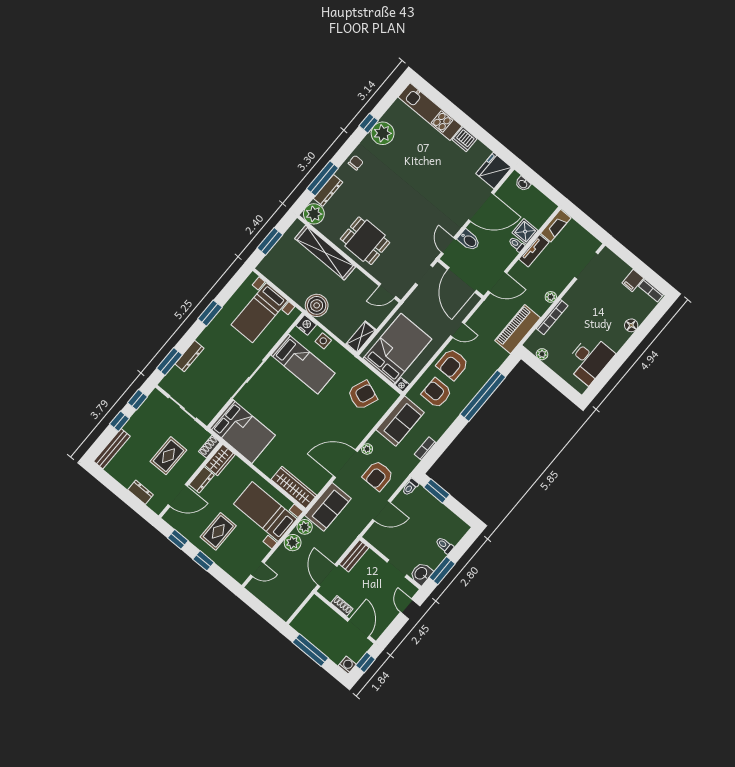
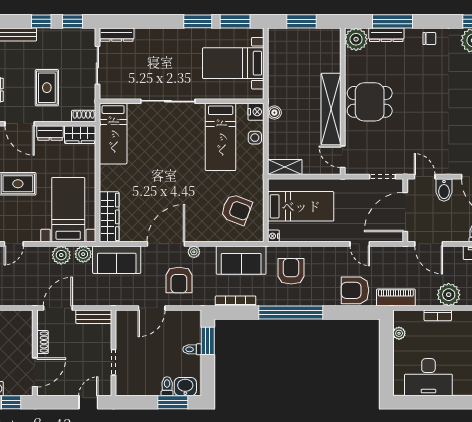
dining table: (365, 241) -> (370, 102), turned 90
door: (448, 246) -> (425, 177), hinge flipped
shelving: (325, 253) -> (331, 109), moved
plant: (551, 297) -> (449, 295), width x1.88, depth x1.88
boiler: (317, 305) -> (274, 113), width x0.54, depth x0.54
bookcase: (552, 317) -> (438, 315), width x0.64
piano: (518, 329) -> (396, 298), width x0.73, depth x0.75
bed: (397, 349) -> (301, 206), width x0.67
dresser: (189, 356) -> (117, 35), moved
window: (169, 361) -> (235, 21), moved
armchair: (452, 364) -> (355, 290), moved
window: (483, 396) -> (291, 313), moved
bed: (243, 432) -> (113, 134), width x0.67
bookcase: (425, 449) -> (236, 301), width x1.56
rug: (168, 456) -> (47, 88), turned 90
door: (345, 464) -> (166, 244), hinge flipped
armchair: (378, 476) -> (179, 280), turned -90
toilet: (410, 487) -> (192, 349), moved
door: (381, 511) -> (152, 308), hinge flipped
door: (257, 569) -> (14, 244), hinge flipped
window: (442, 571) -> (173, 402), moved
washbasin: (421, 574) -> (185, 387), moved

